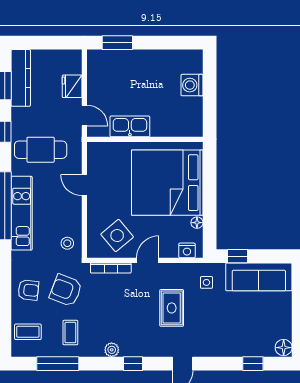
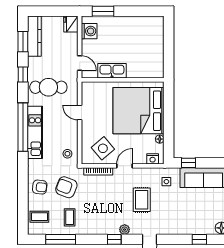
washing machine: (192, 85) -> (89, 31), moved, turned 180
fridge: (72, 86) -> (71, 24), moved
plant: (112, 350) -> (125, 230), moved

